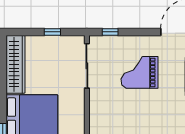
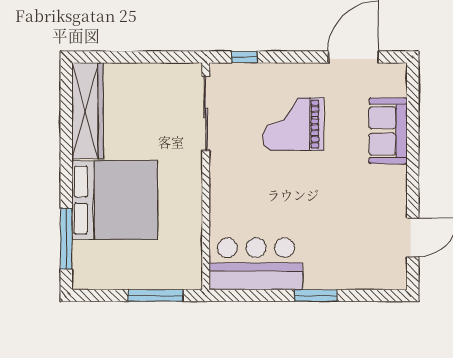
window: (52, 32) -> (149, 57), removed

